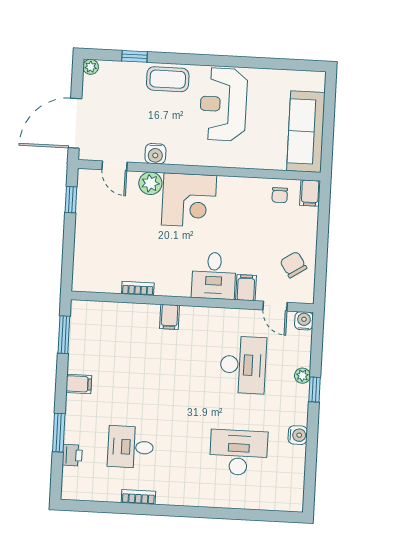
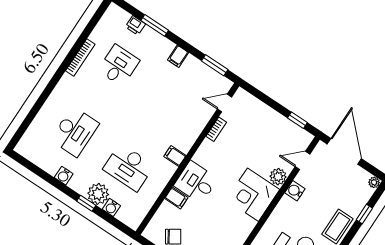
door: (275, 306) -> (224, 103), moved
filing cabinet: (169, 317) -> (175, 156), moved
water cooler: (304, 321) -> (111, 207), moved, turned 90
plant: (302, 376) -> (98, 194), width x1.87, depth x1.87
bookcase: (138, 497) -> (80, 57), width x1.56

